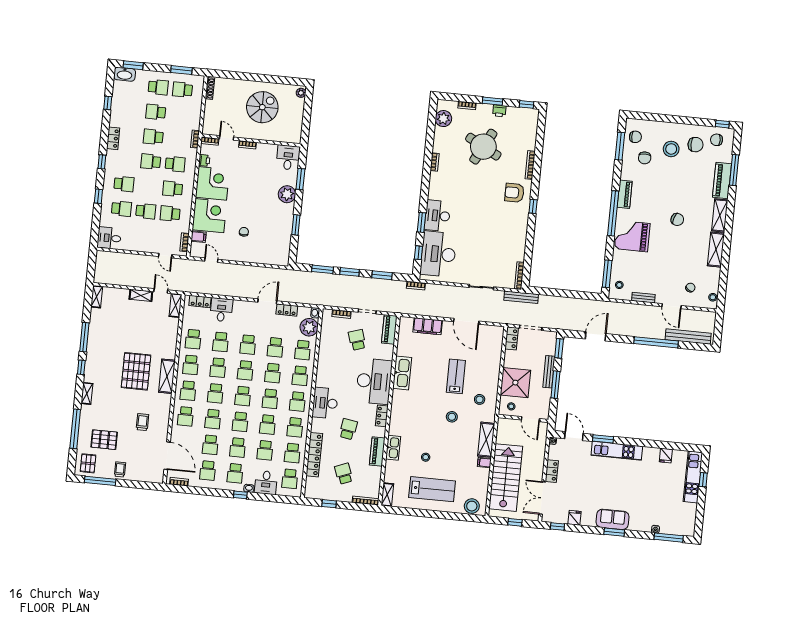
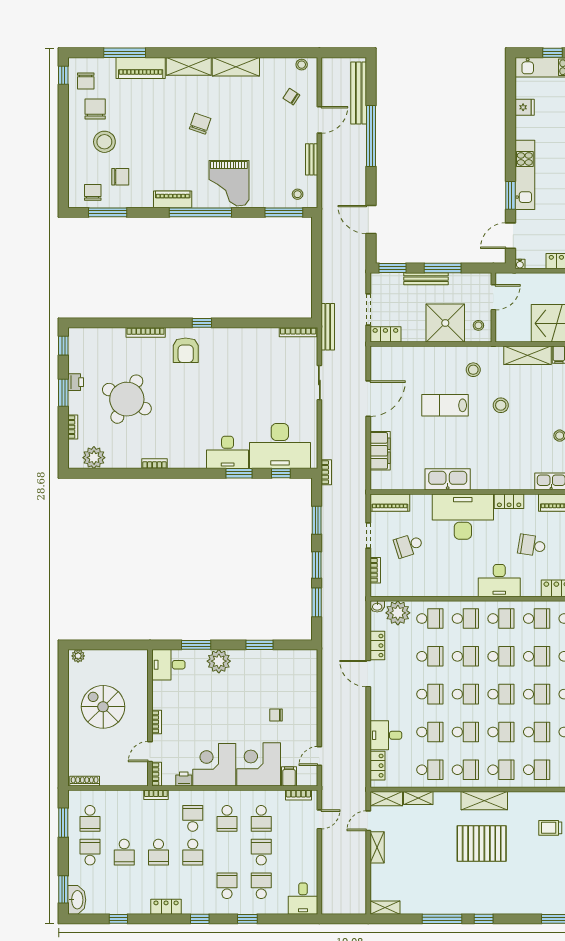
shelving: (87, 393) -> (418, 798), moved

